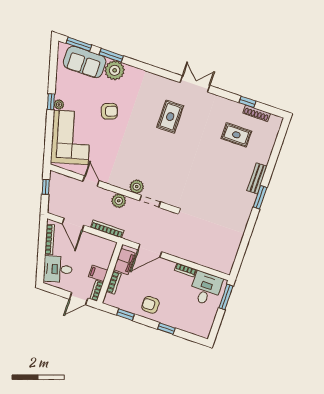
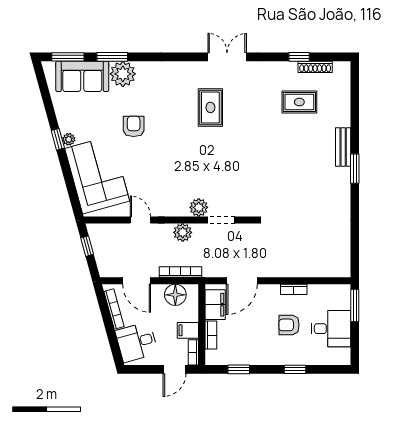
armchair: (109, 111) -> (134, 126), turned -70
floor lamp: (98, 244) -> (175, 295), added
desk: (206, 289) -> (331, 329), moved, turned 90
armchair: (150, 305) -> (289, 325), moved

